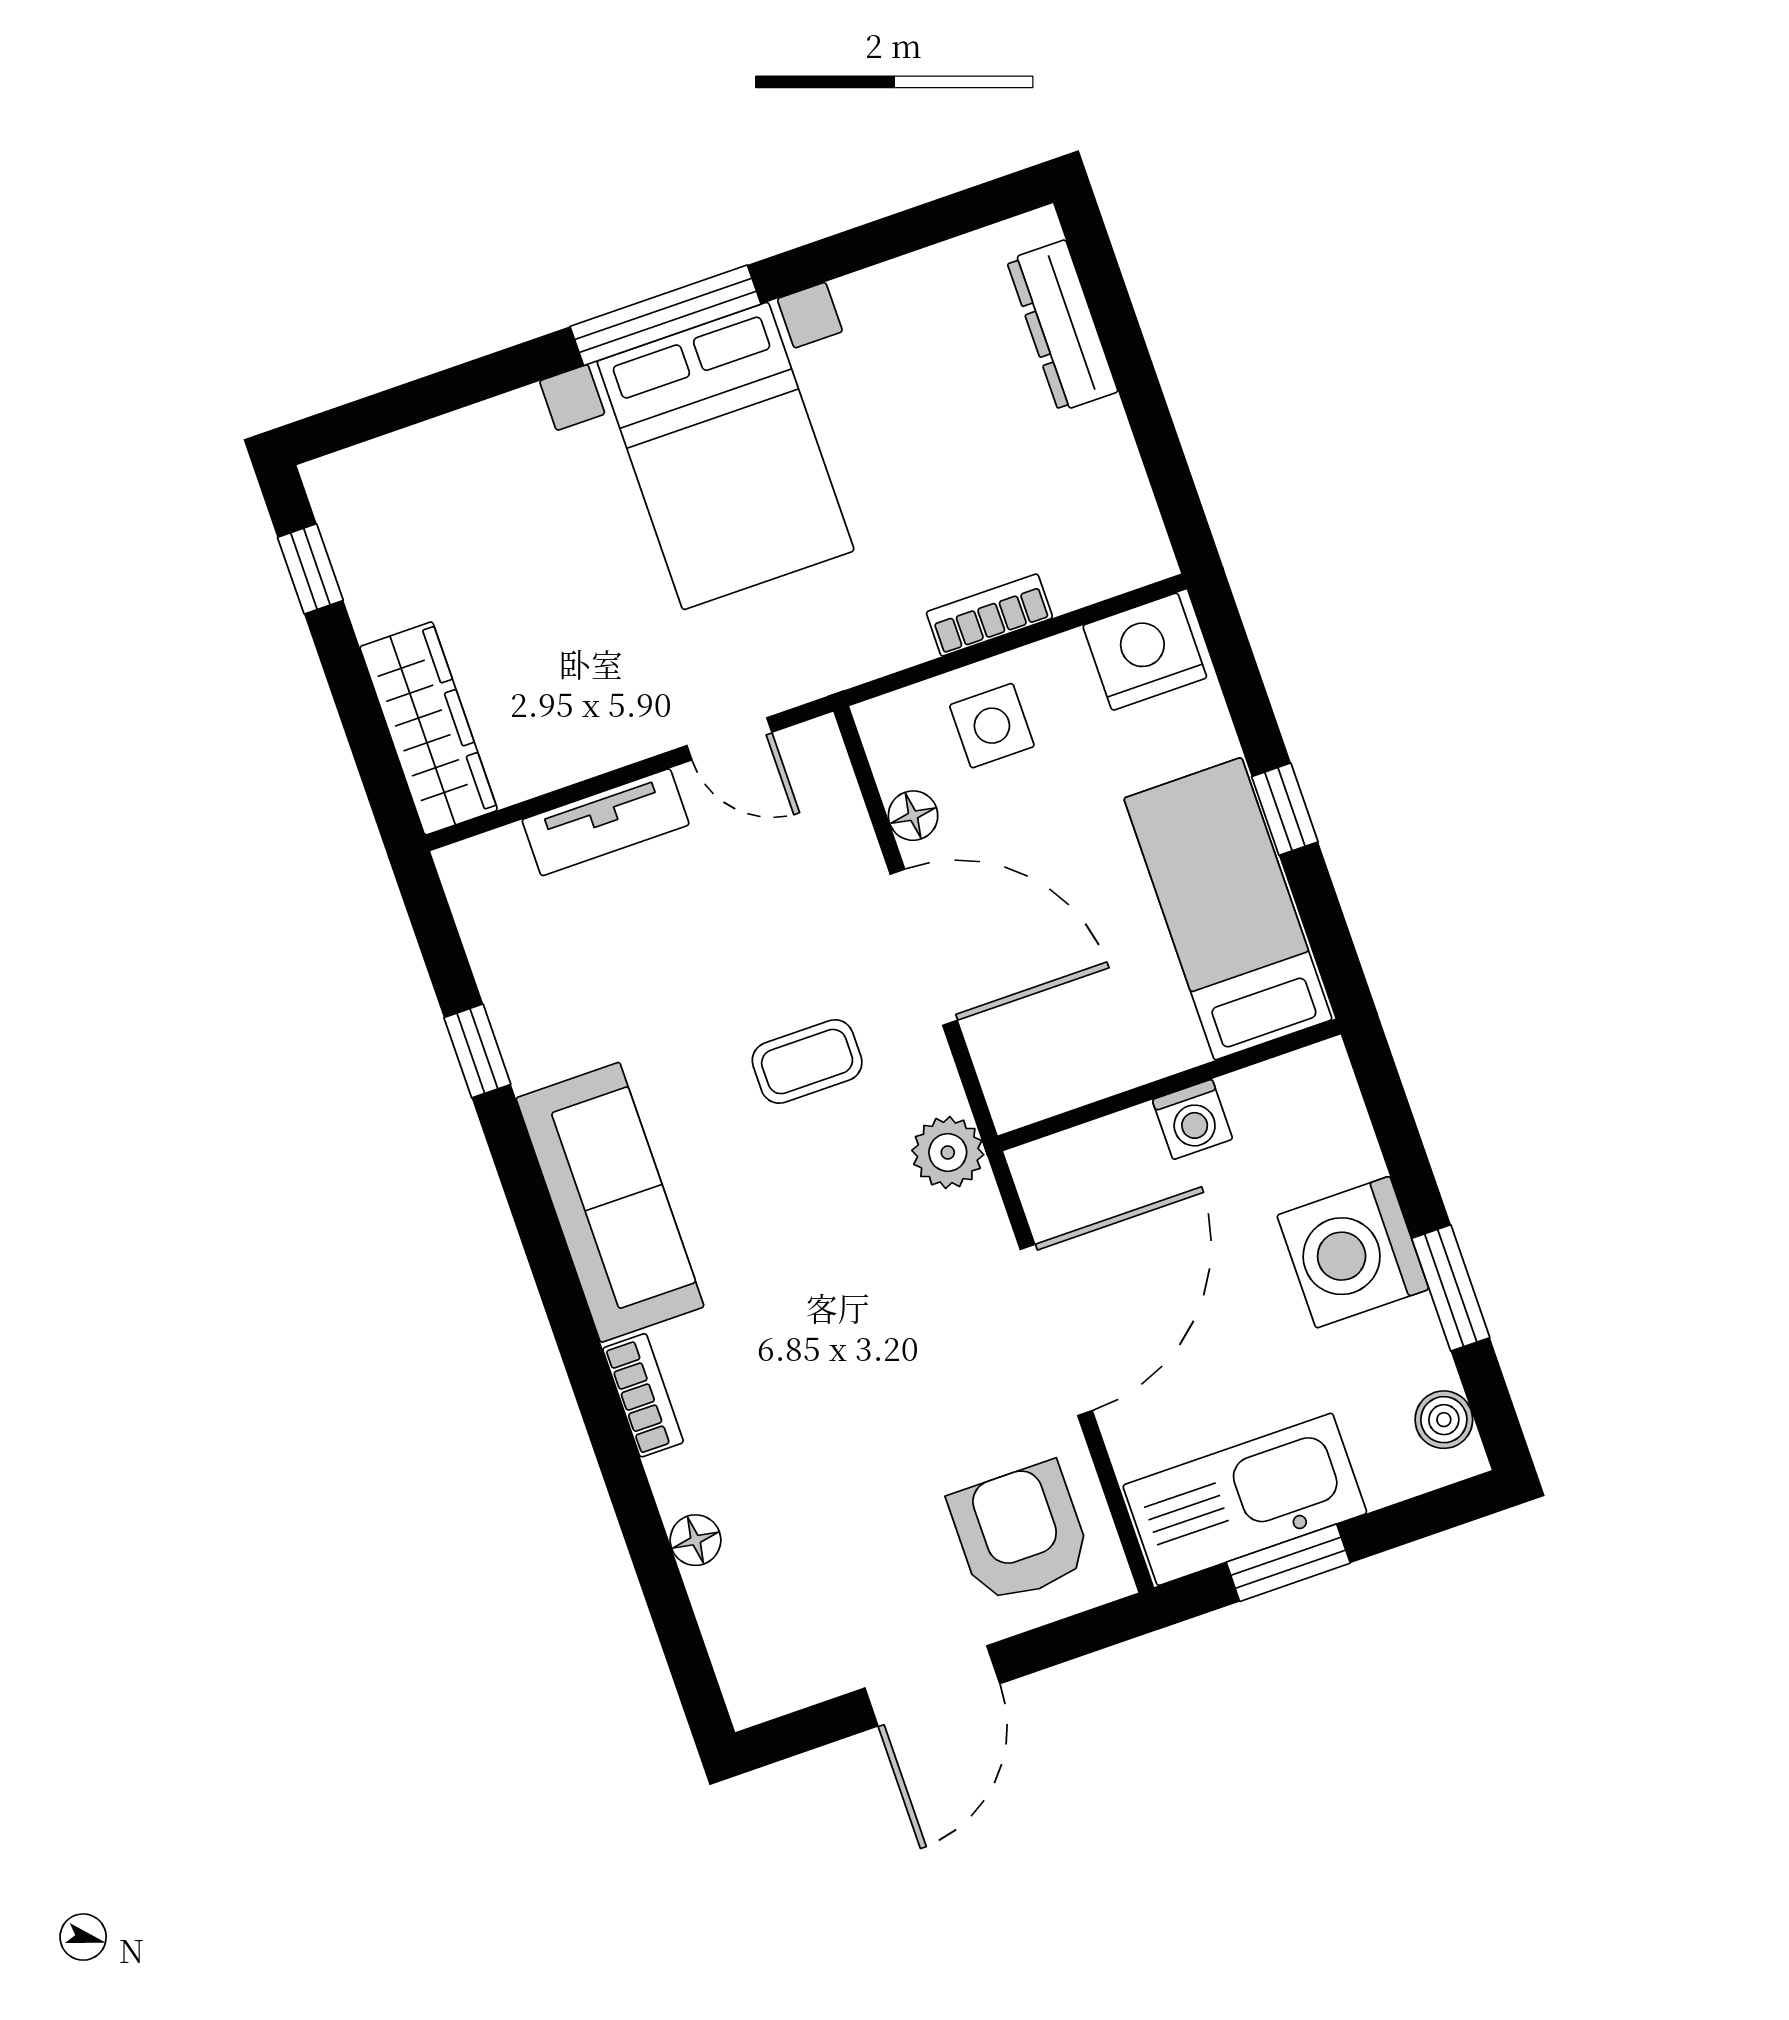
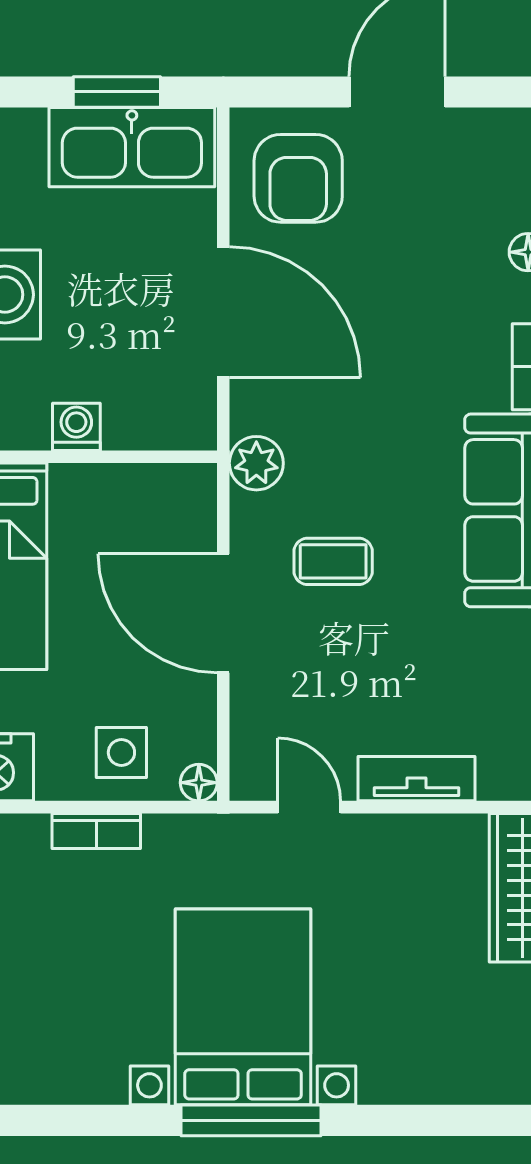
floor lamp: (913, 816) -> (199, 783), moved
door: (1056, 1330) -> (223, 312), swing flipped

